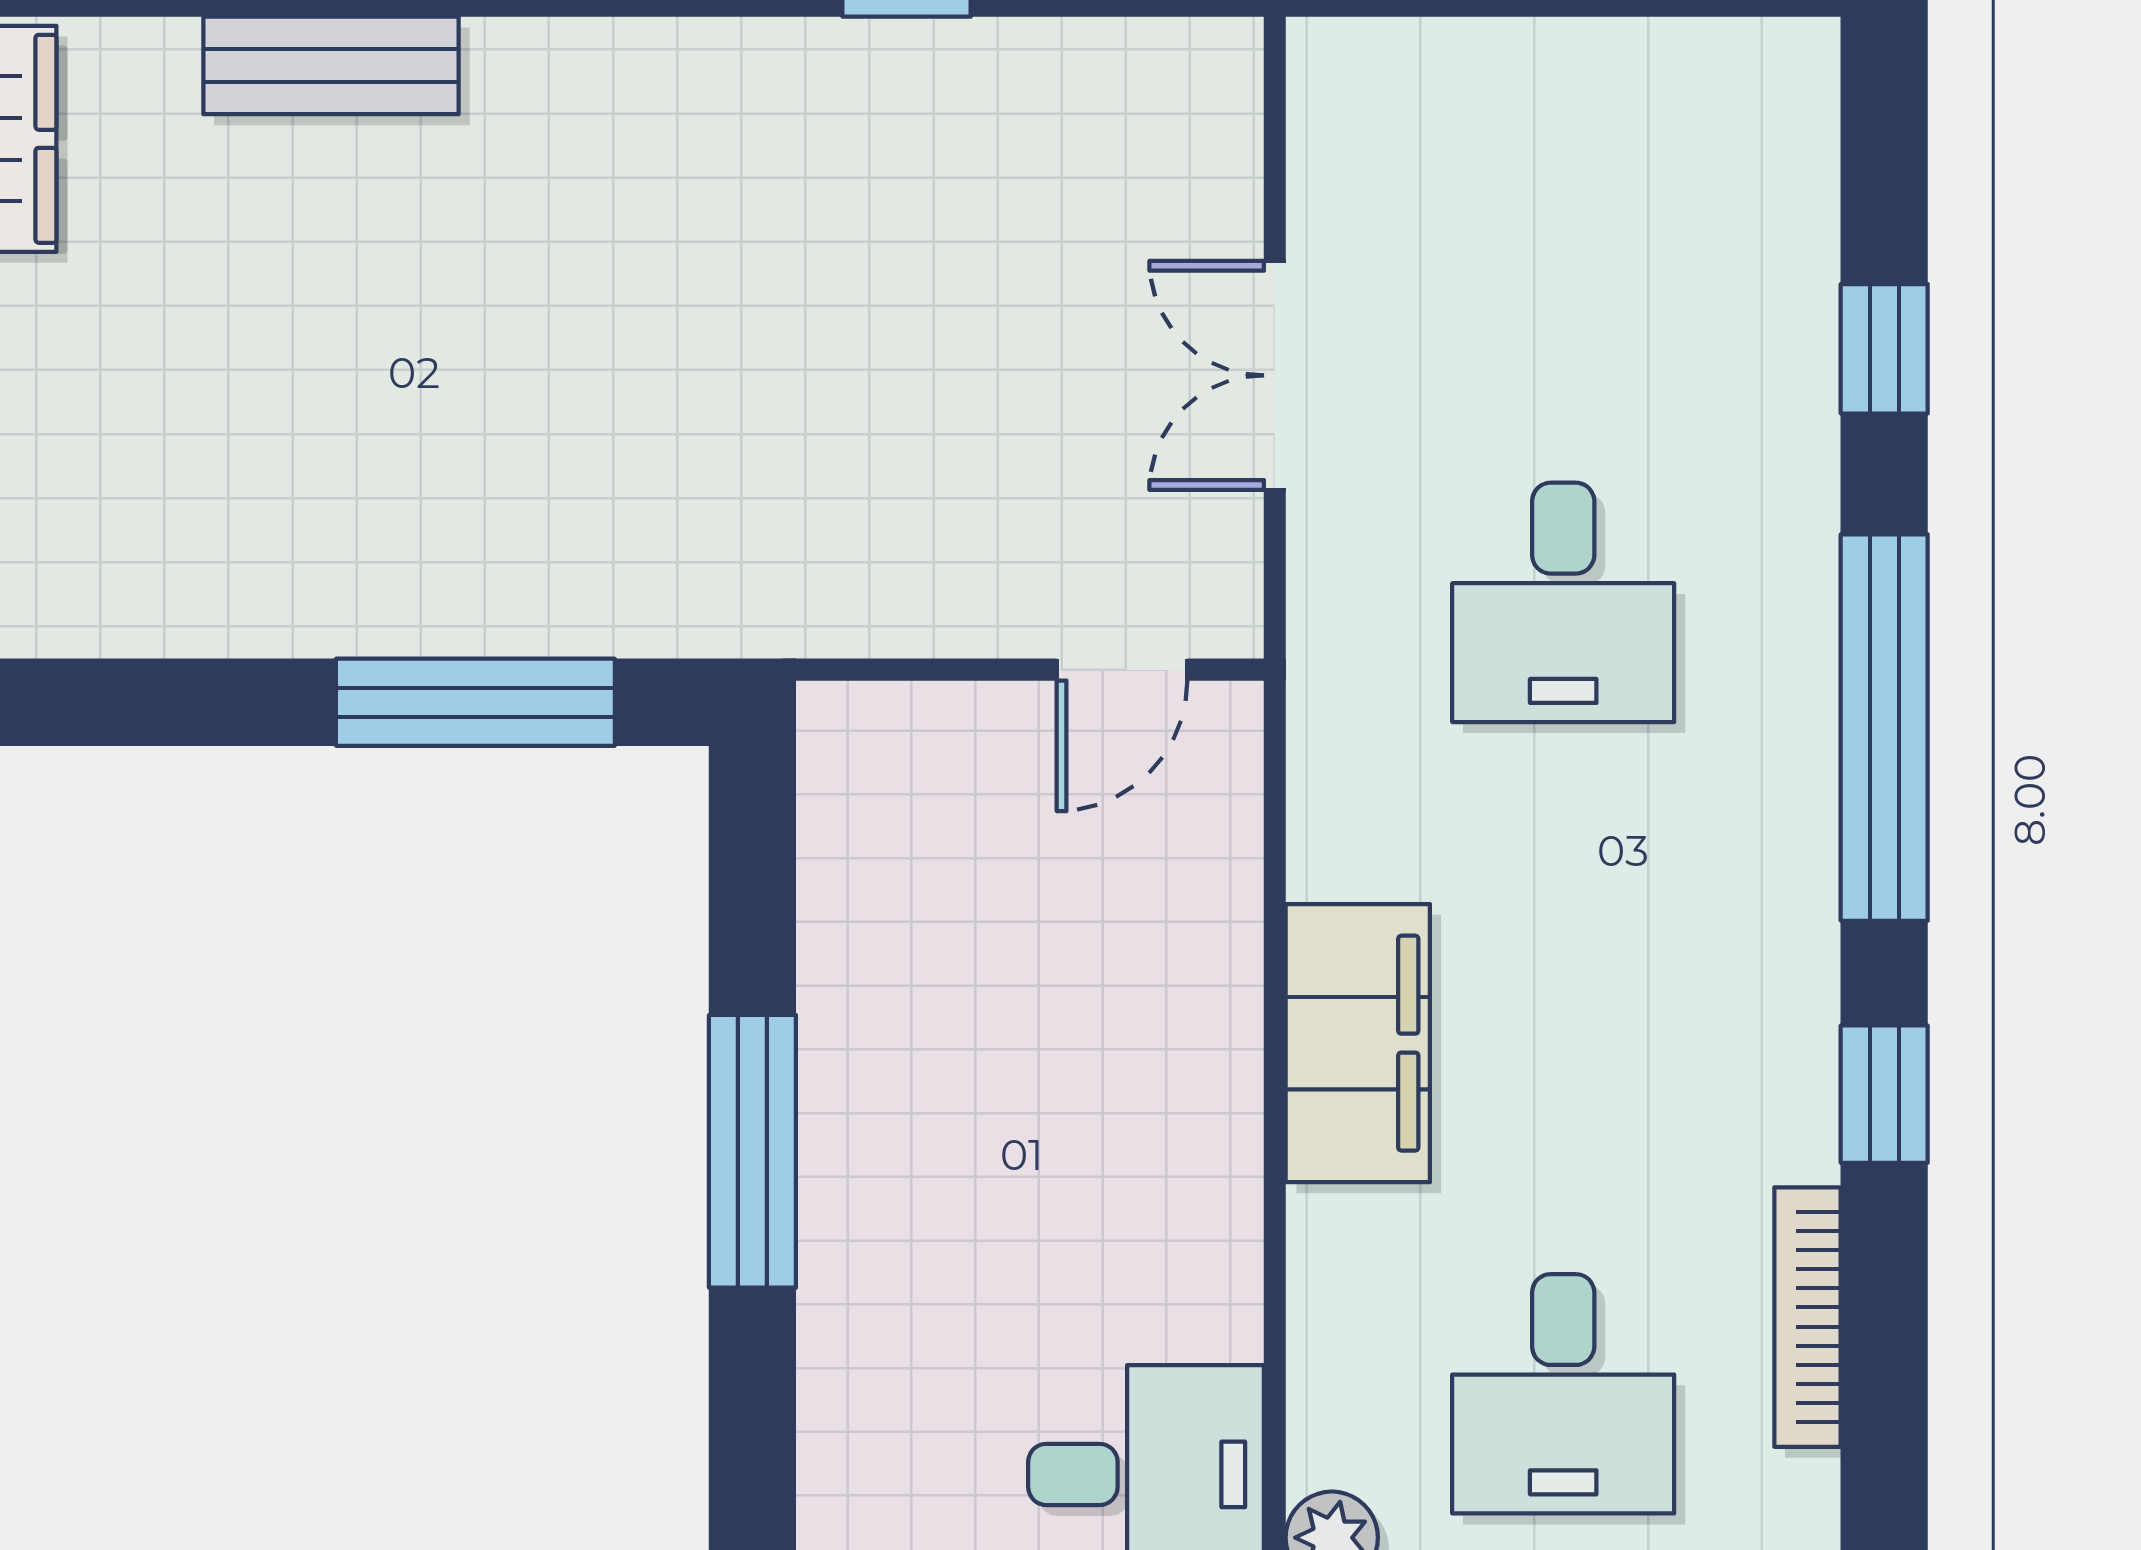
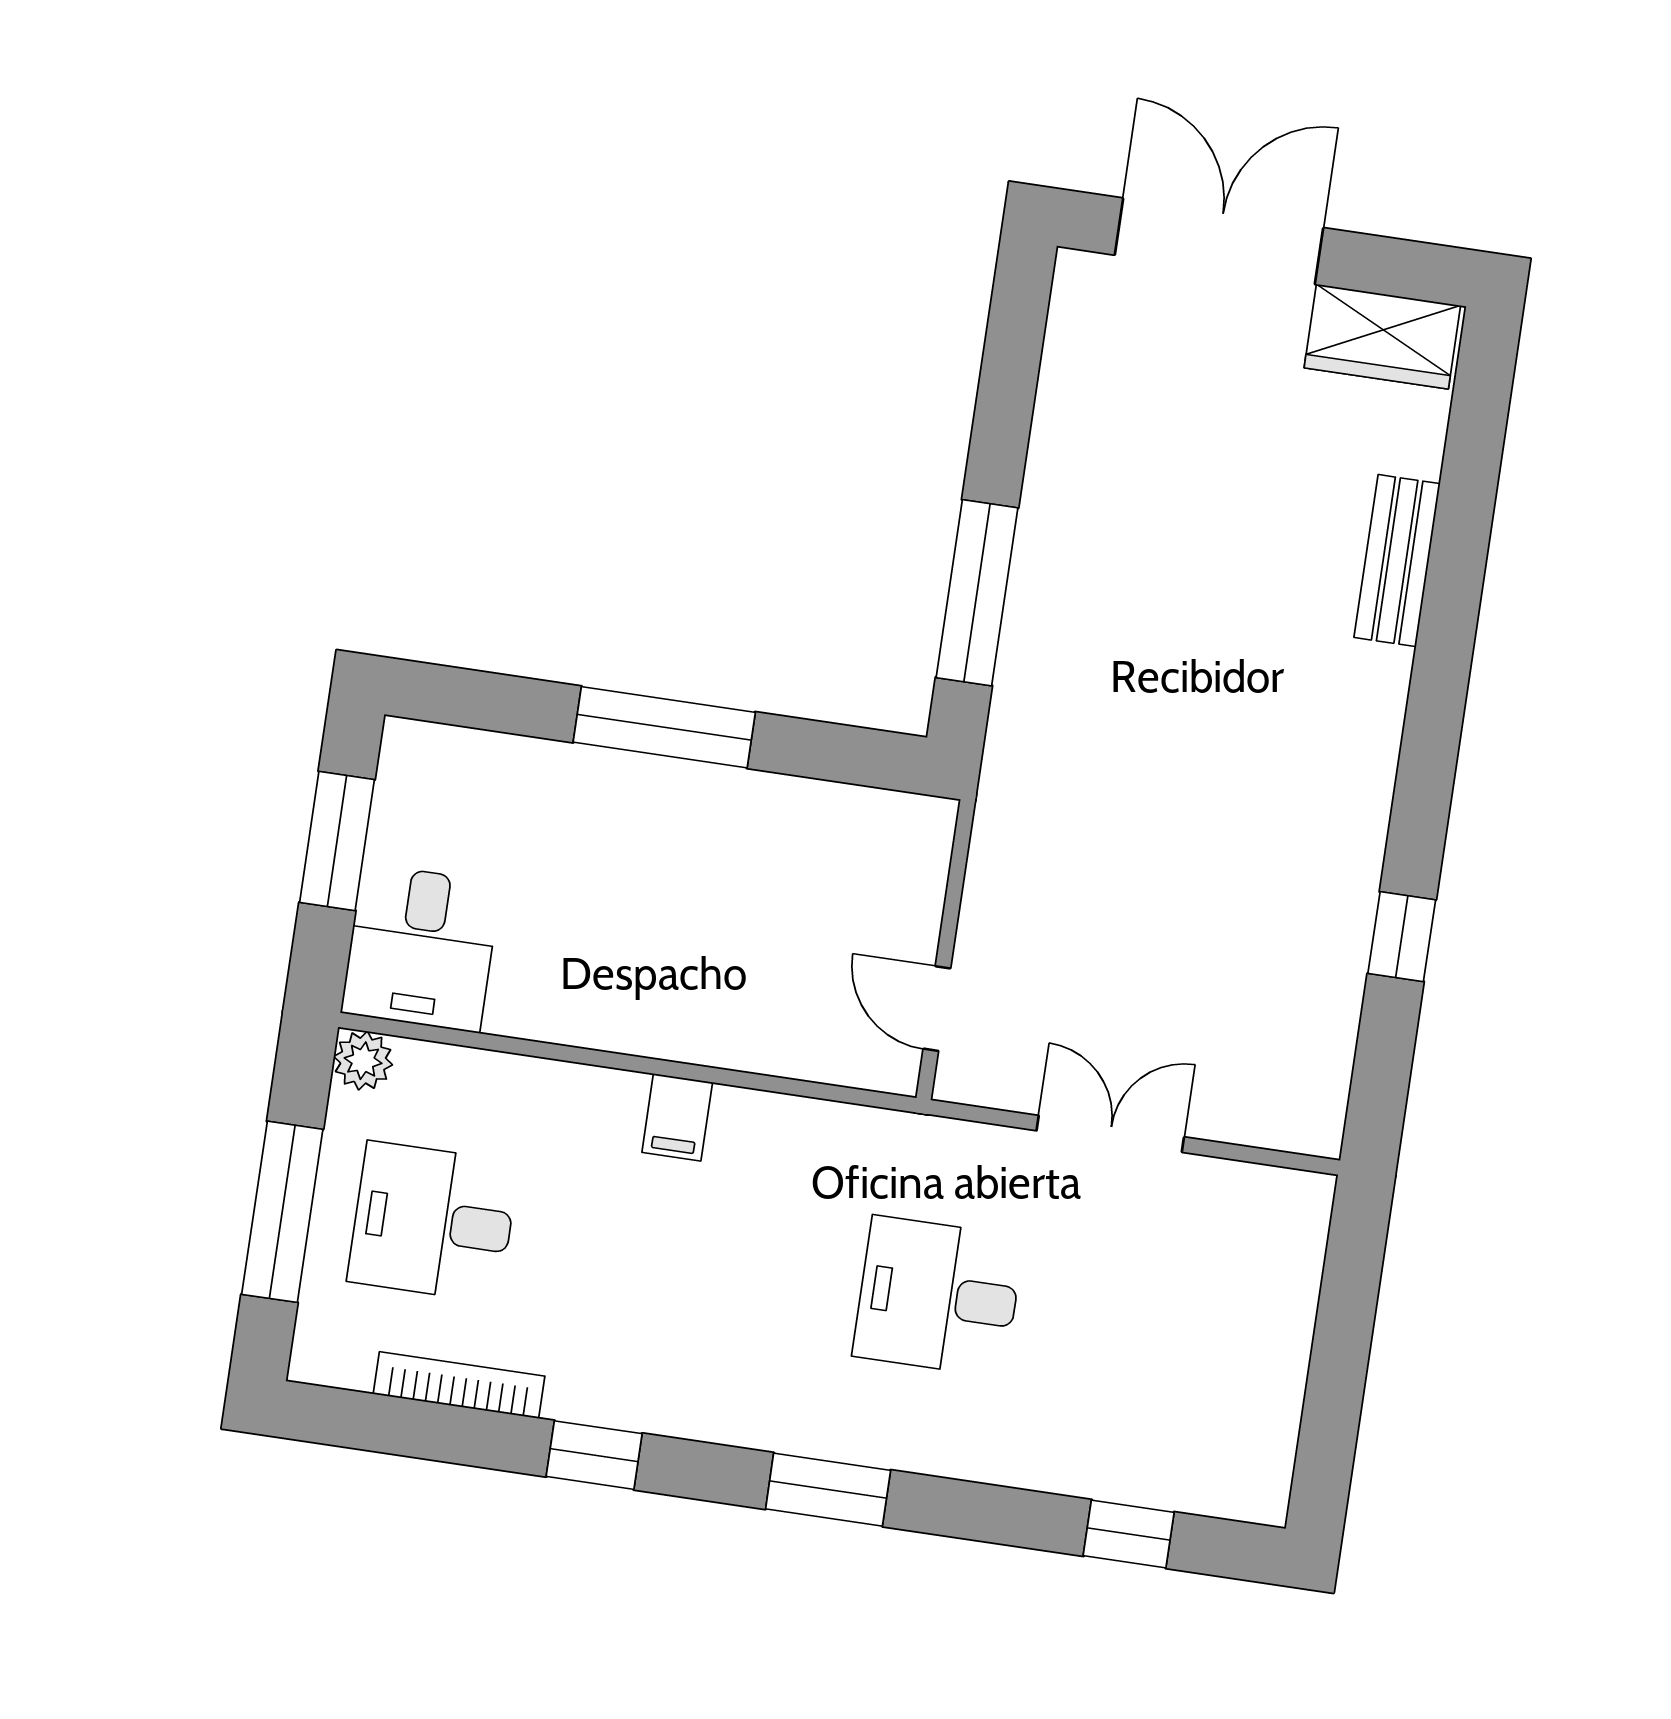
window: (1884, 349) -> (1129, 1534), moved
window: (1884, 728) -> (828, 1490), width x0.47
filing cabinet: (1358, 1043) -> (677, 1117), width x0.33, depth x0.86

